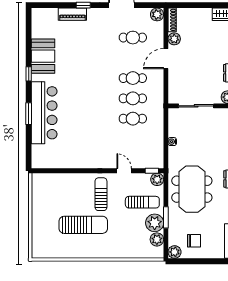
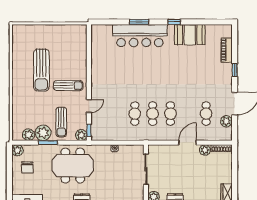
piano: (72, 14) -> (227, 50), moved
plant: (157, 14) -> (226, 121), moved
door: (166, 59) -> (188, 143), hinge flipped

